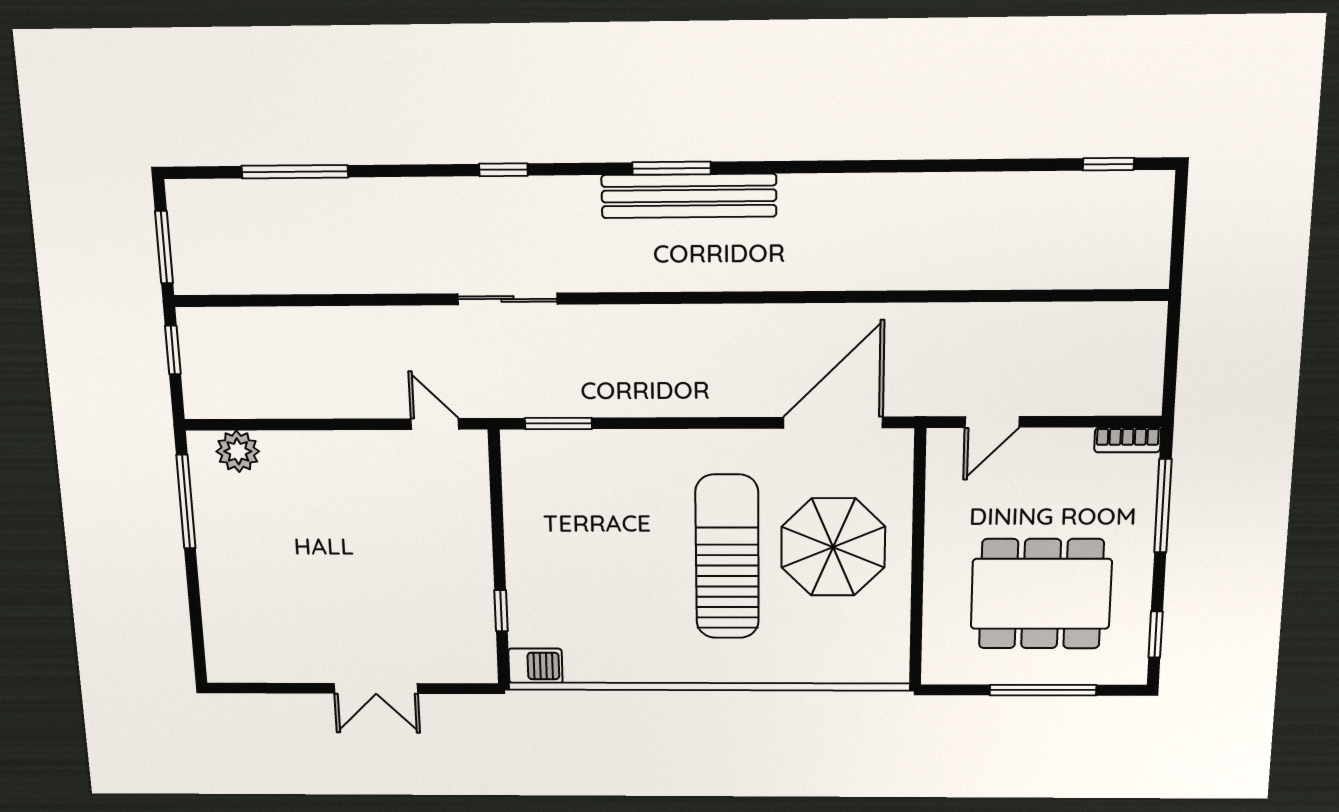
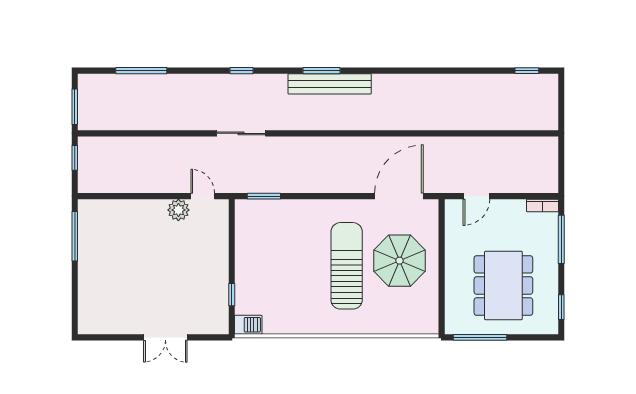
plant: (238, 451) -> (178, 210), moved
dining table: (1041, 594) -> (503, 285), turned 90
window: (1043, 690) -> (480, 337), moved

